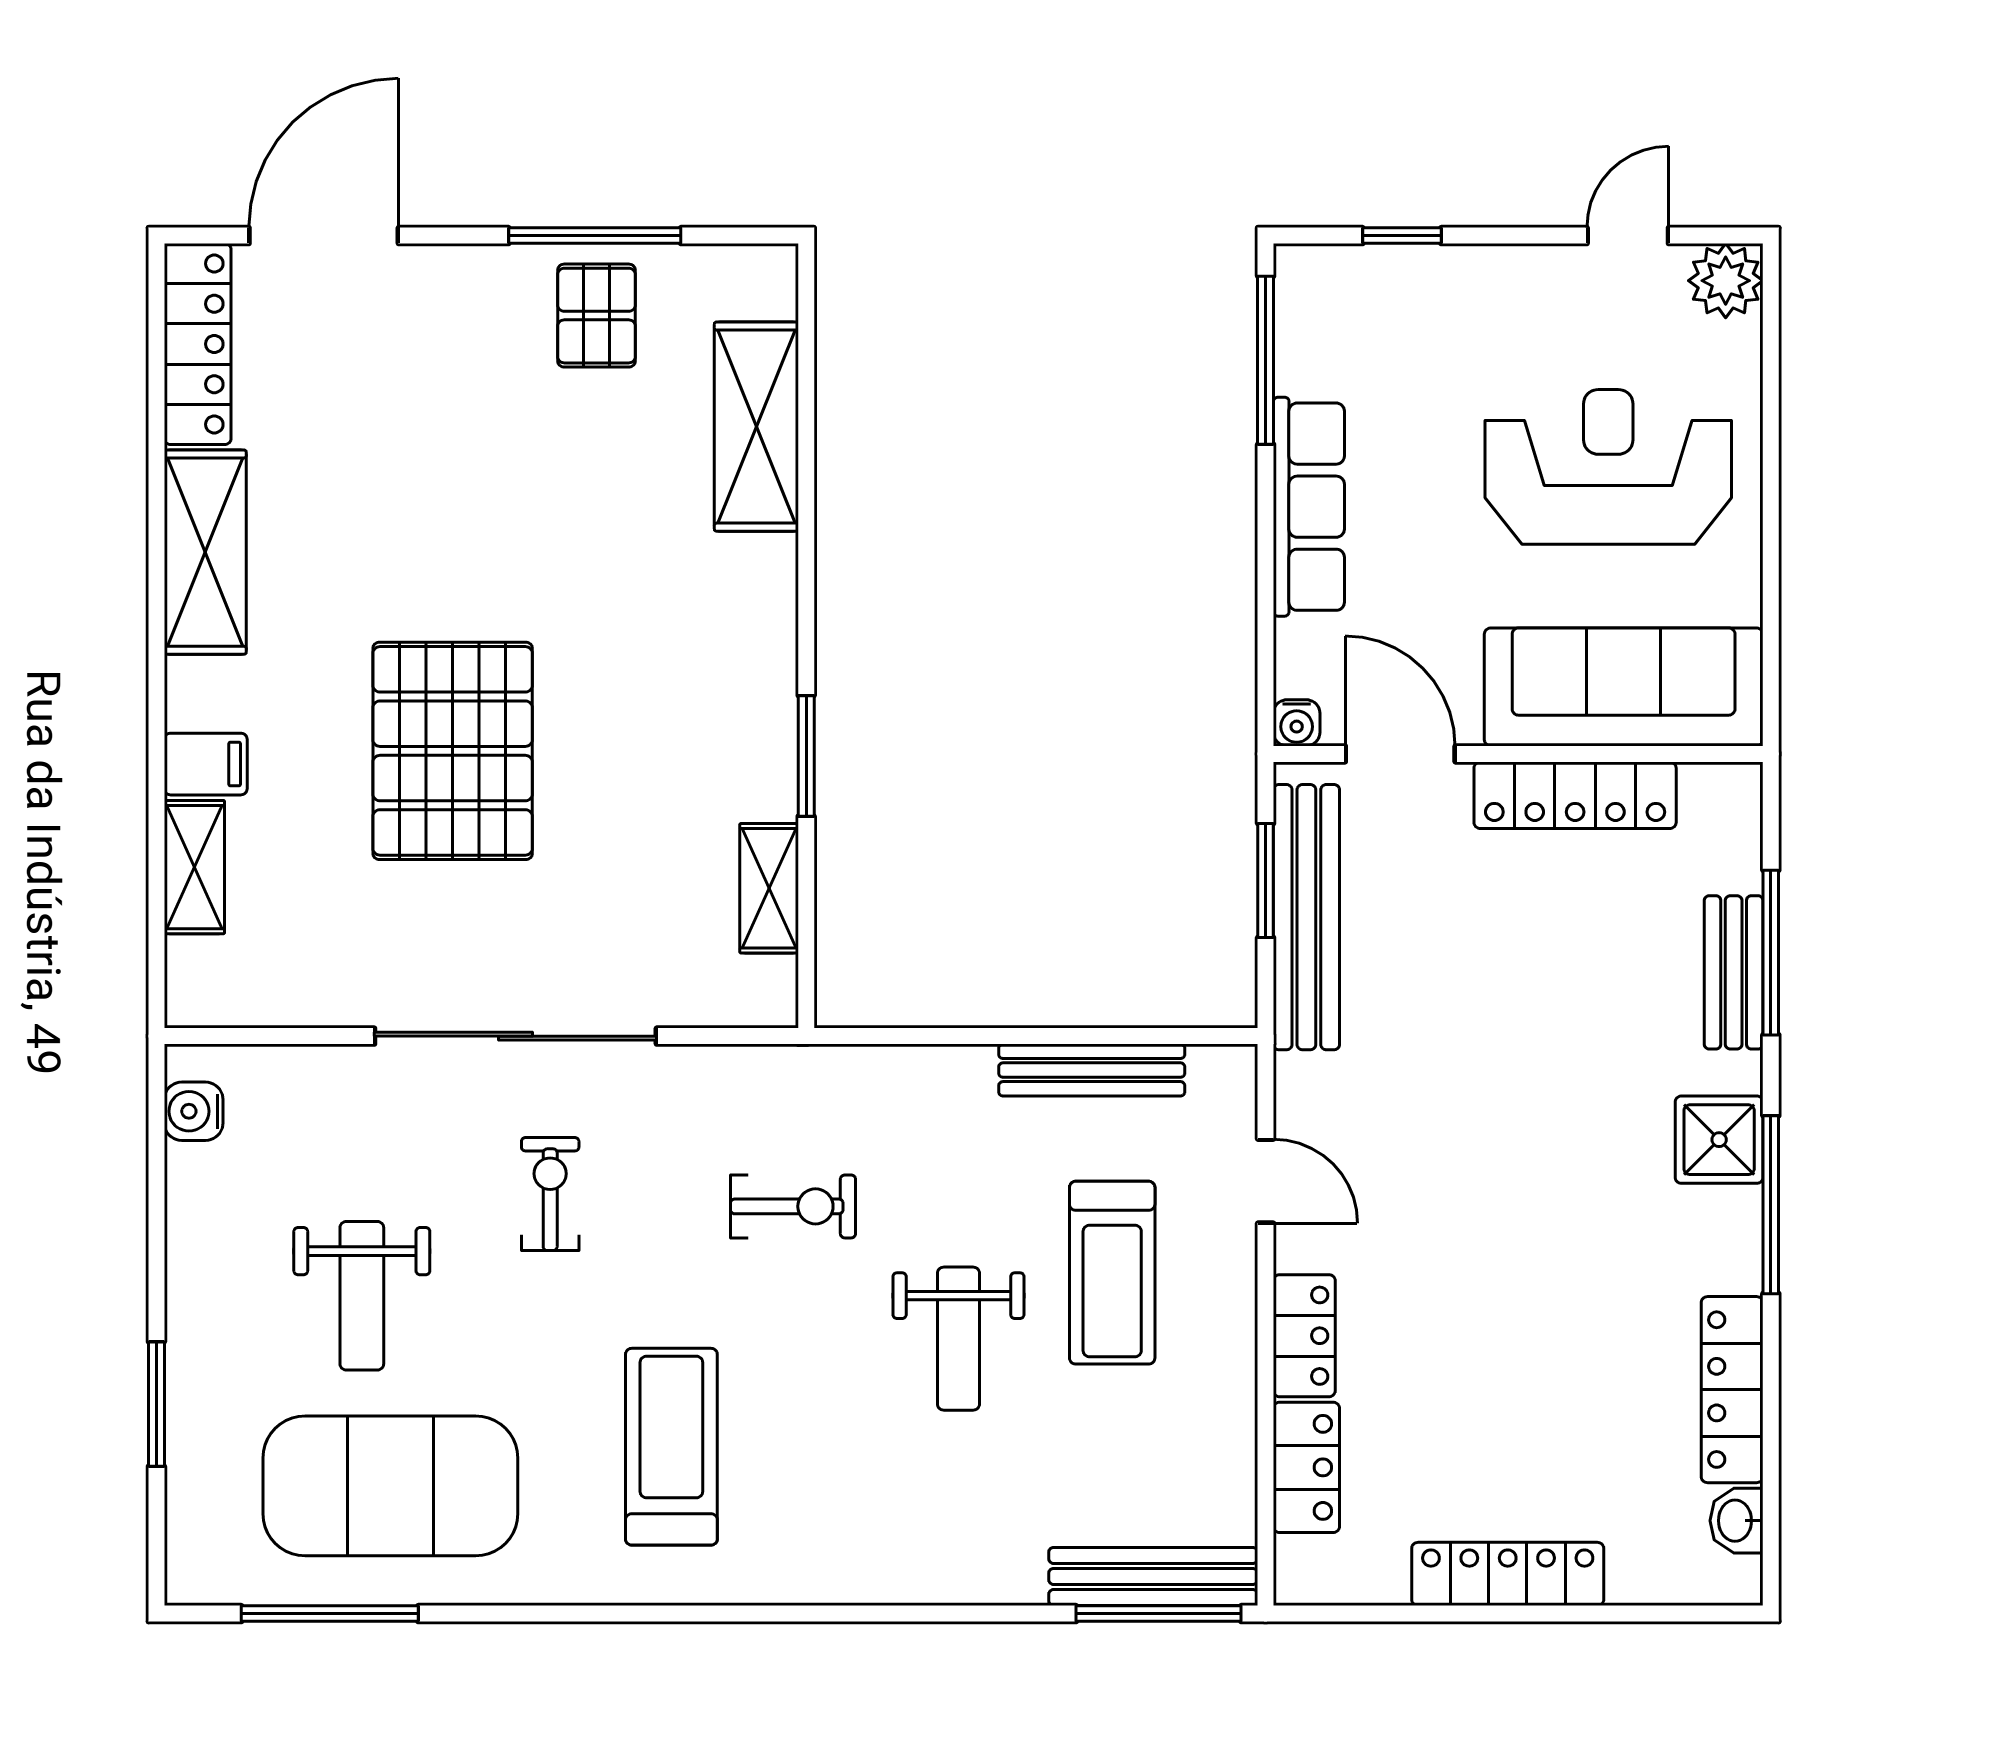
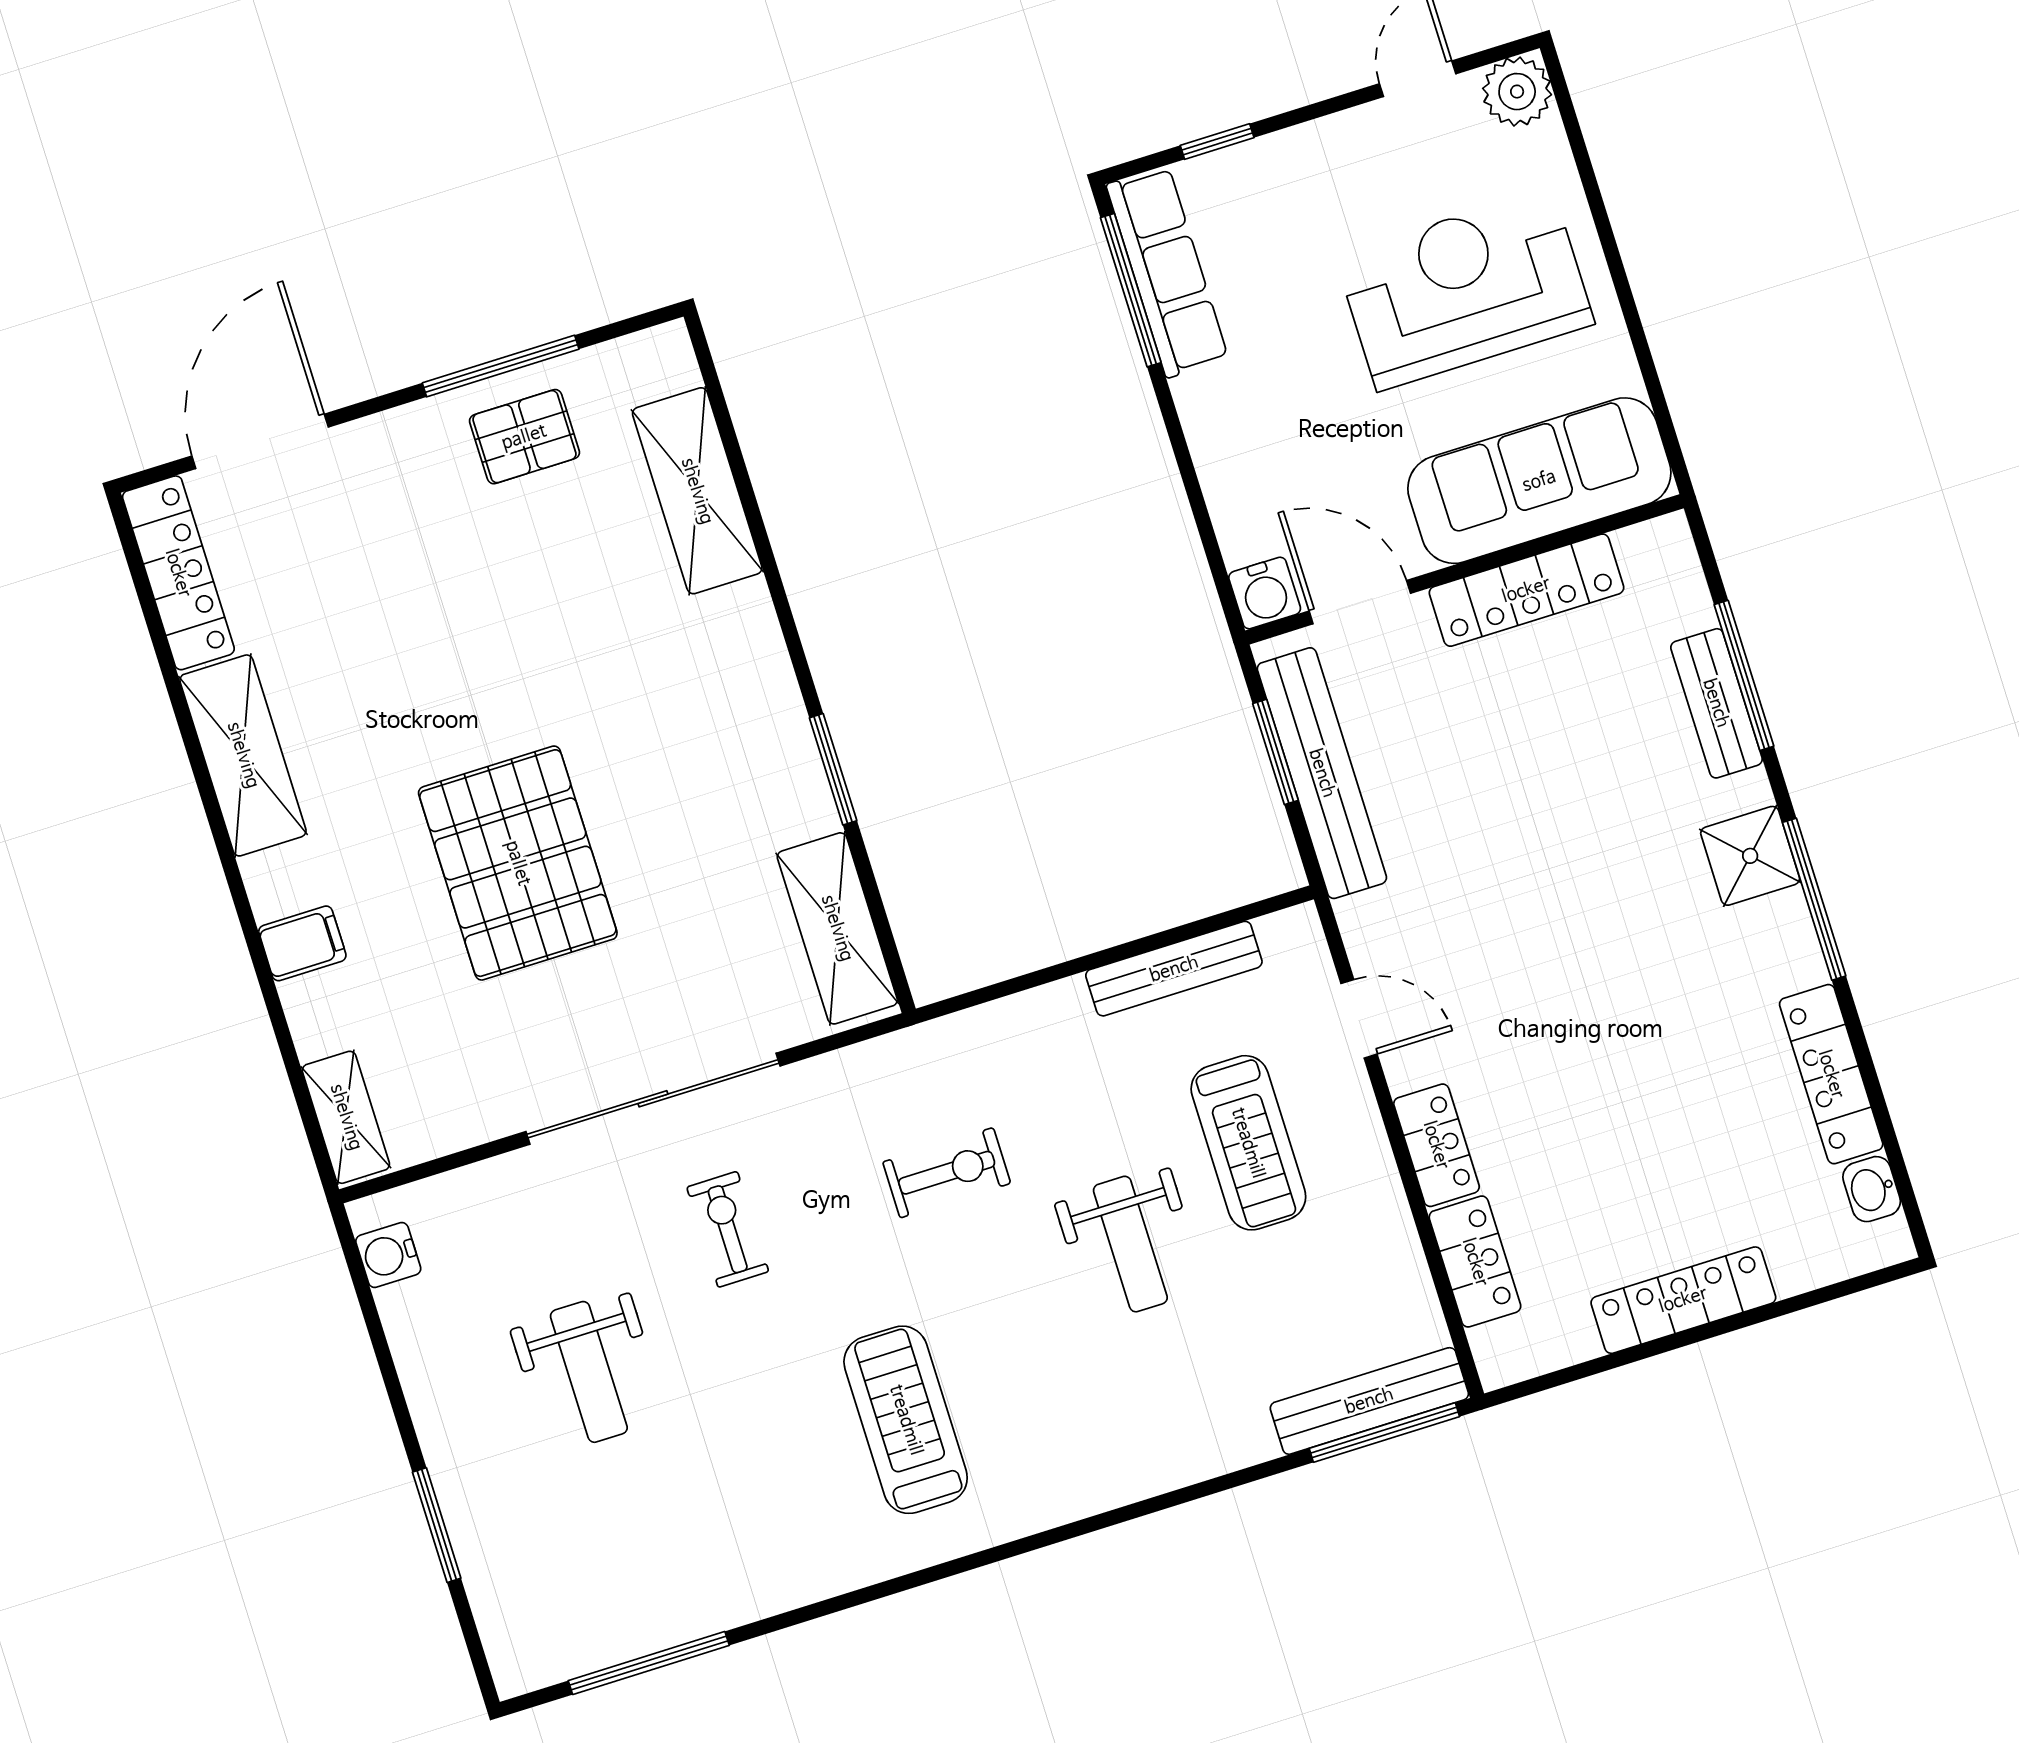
pallet: (596, 316) -> (524, 437), turned 90
row of seats: (1309, 507) -> (1167, 272), moved
water cooler: (1297, 723) -> (1265, 593), width x1.38, depth x1.38
shelving: (194, 867) -> (346, 1117), moved
shelving: (769, 888) -> (837, 928), width x1.50, depth x1.33
exercise mat: (390, 1486) -> (667, 1533), removed

